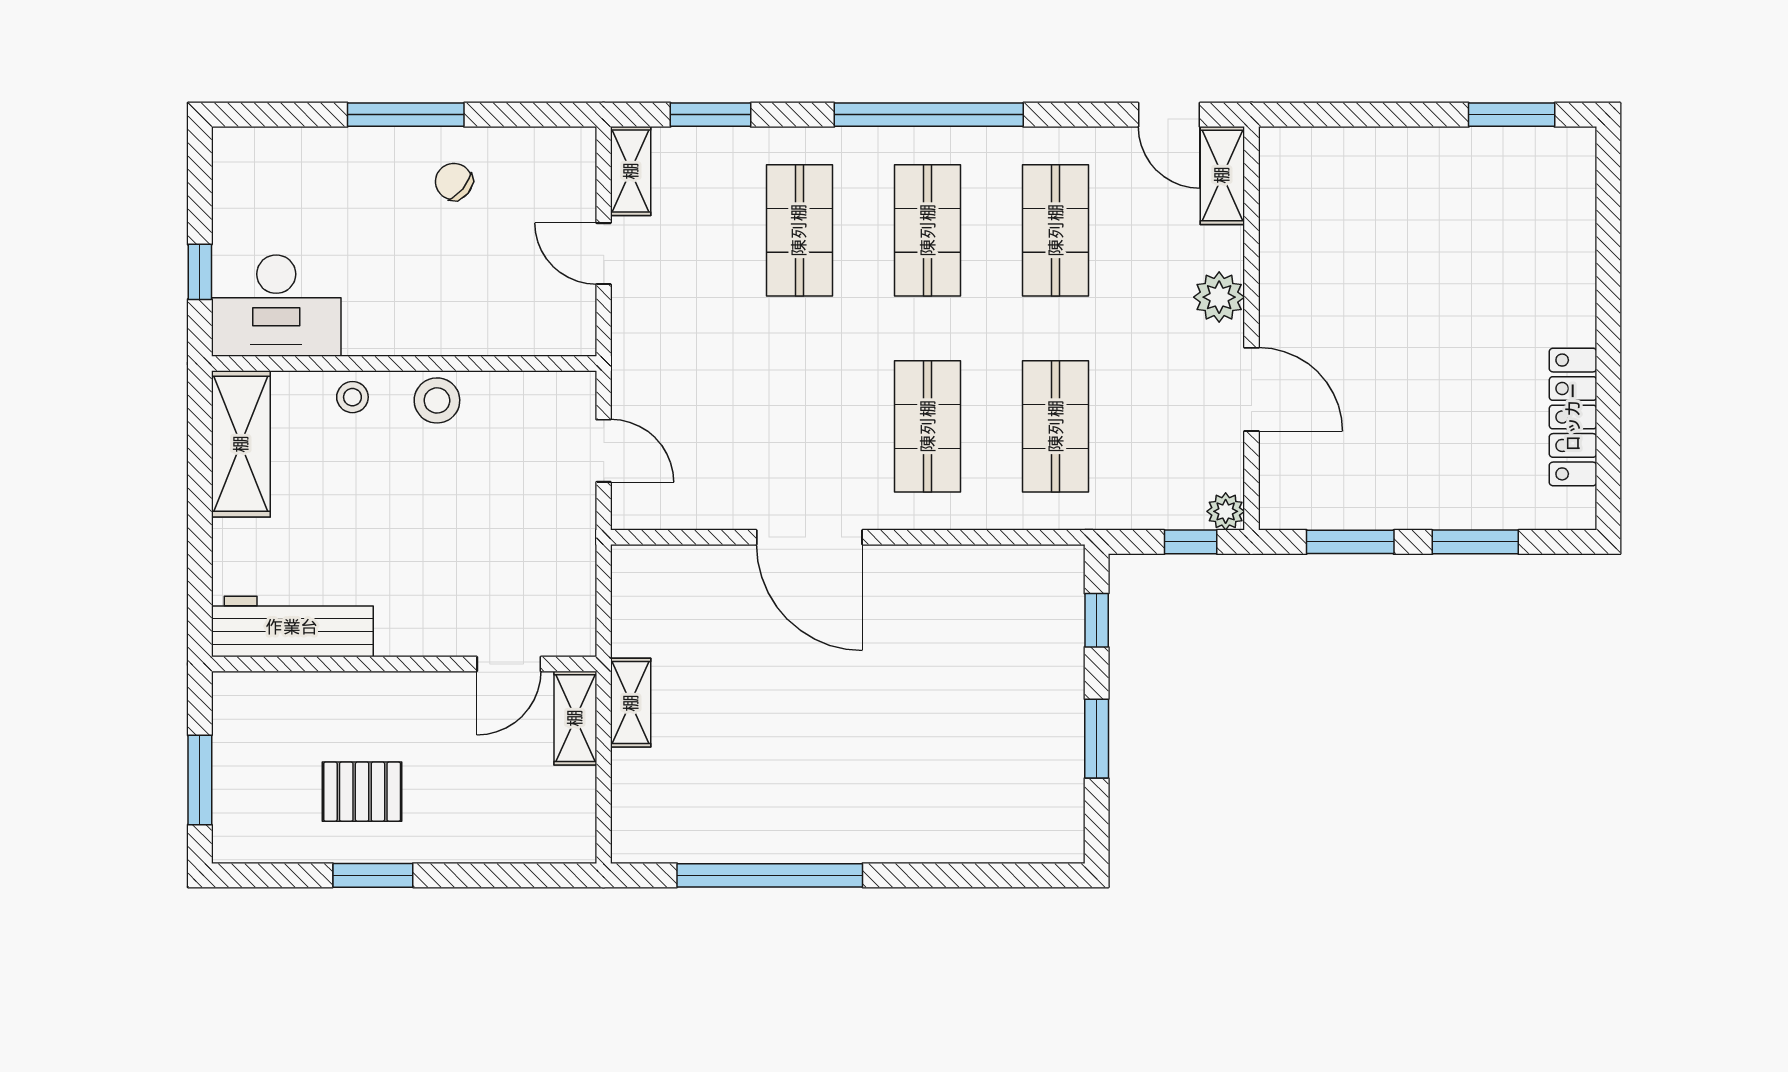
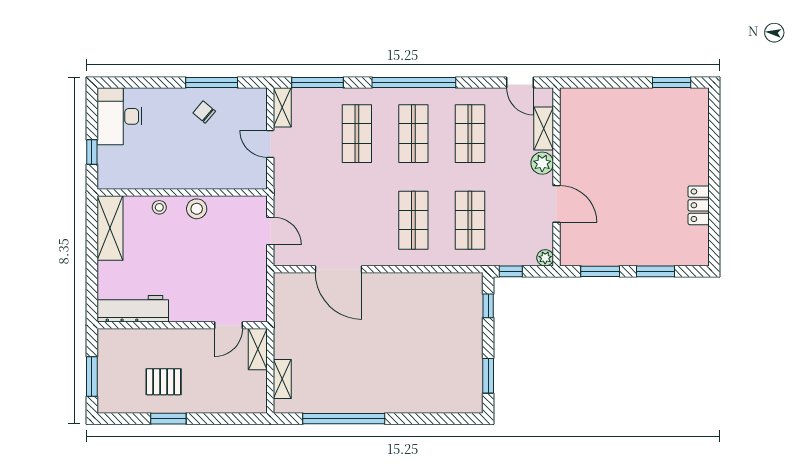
window: (406, 115) -> (212, 83), moved
window: (711, 115) -> (318, 83), width x1.44
shelving: (1222, 175) -> (544, 129), moved
desk: (276, 306) -> (119, 116), moved, turned 90
locker: (1573, 417) -> (699, 205), width x0.66
door: (809, 537) -> (339, 269), moved
window: (1191, 542) -> (511, 271), moved
shelving: (631, 703) -> (282, 379), moved
window: (1097, 739) -> (488, 376), moved

